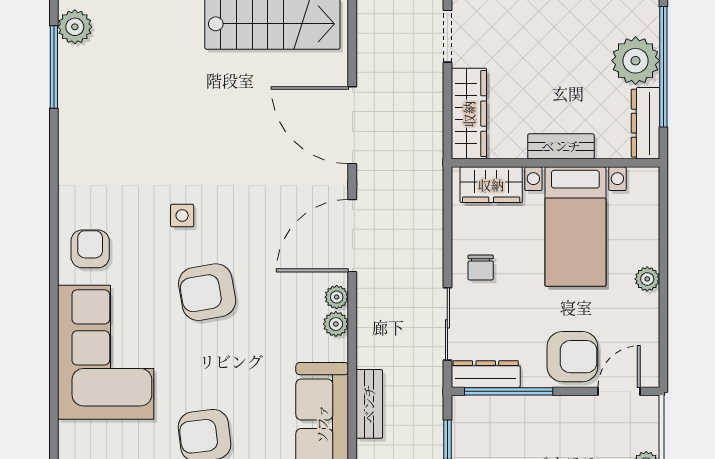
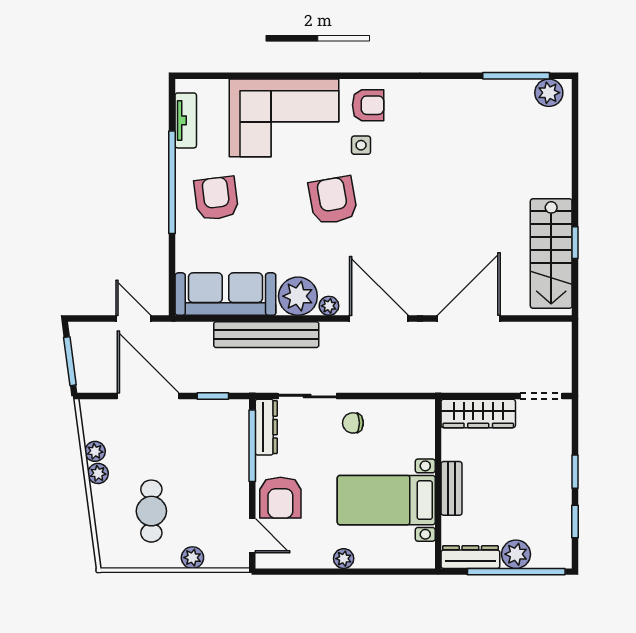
plant: (636, 61) -> (516, 554), width x0.73, depth x0.73
wardrobe: (491, 185) -> (420, 432), removed
side table: (182, 216) -> (361, 145), moved
plant: (336, 324) -> (298, 296), width x1.87, depth x1.87
bench: (369, 404) -> (266, 335), width x1.86, depth x1.21

